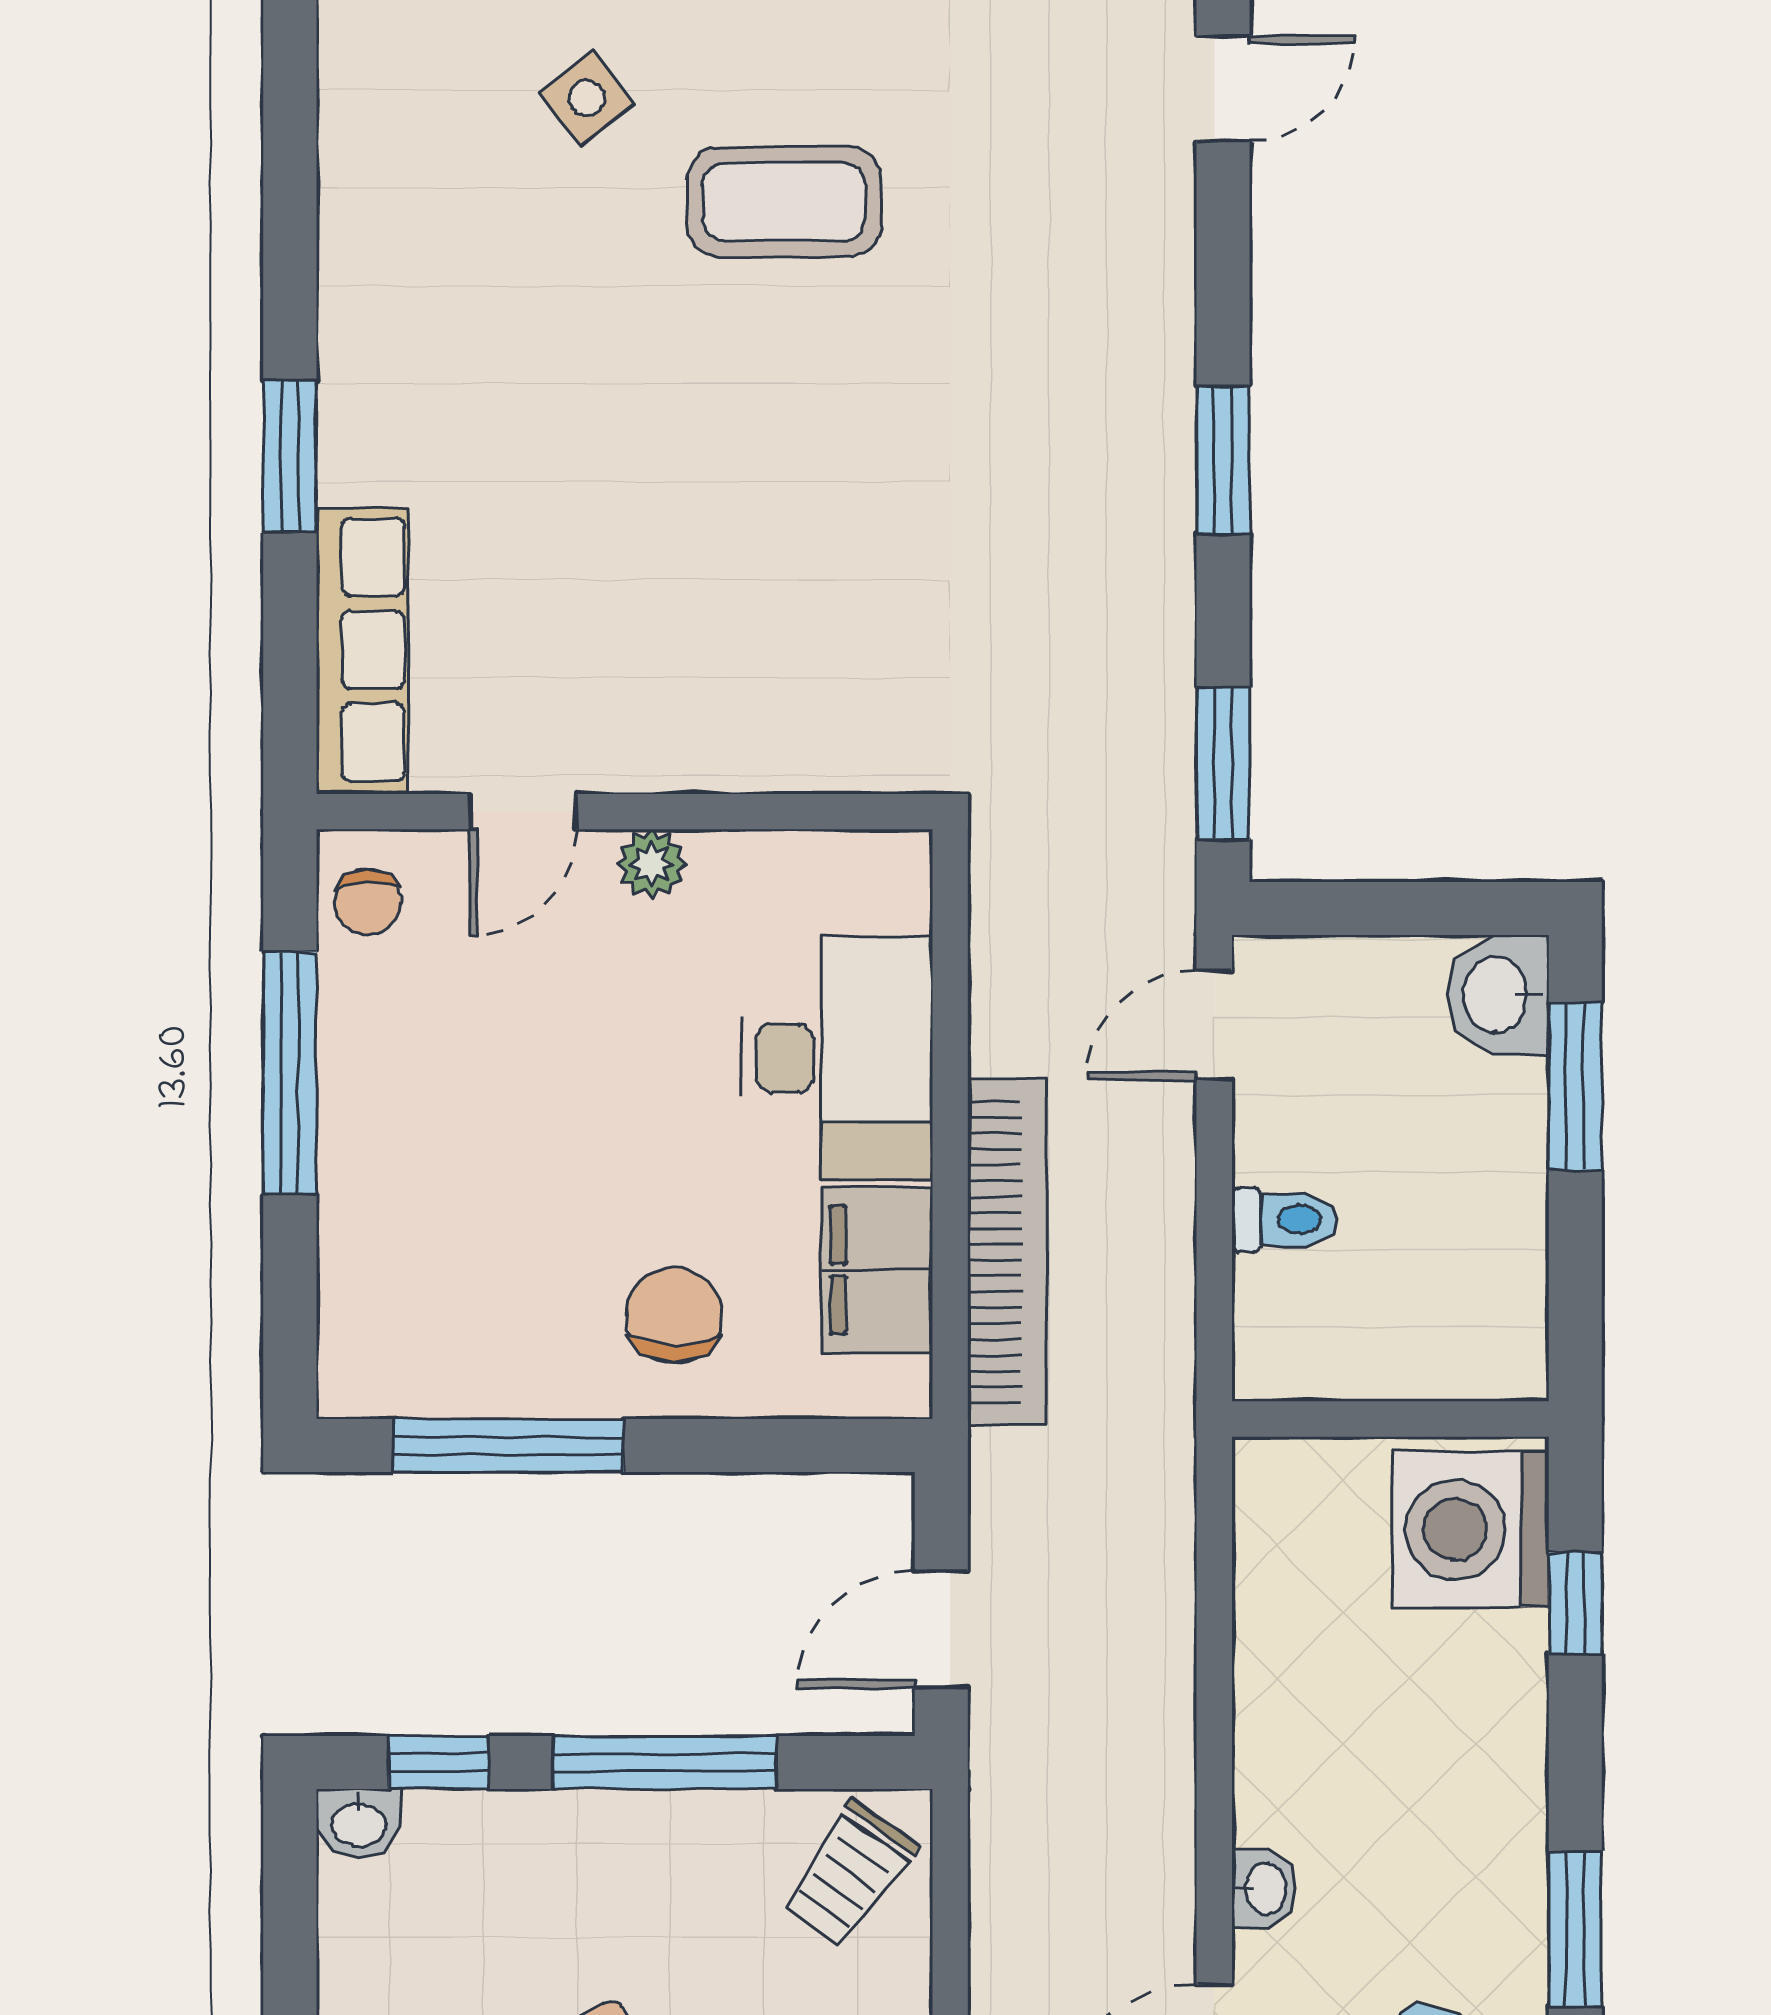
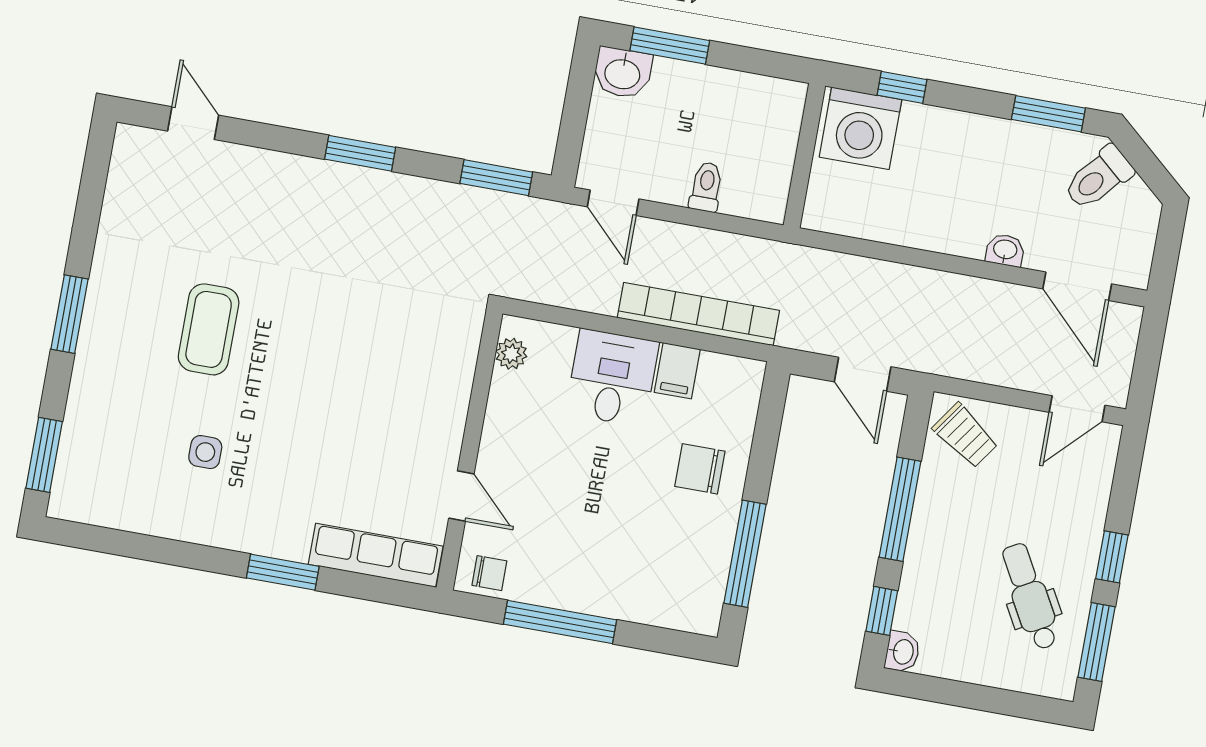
side table: (587, 98) -> (205, 452), moved, turned 38
plant: (651, 864) -> (511, 354), moved
desk: (837, 1058) -> (612, 378), width x0.73
filing cabinet: (877, 1270) -> (677, 371), width x0.50

